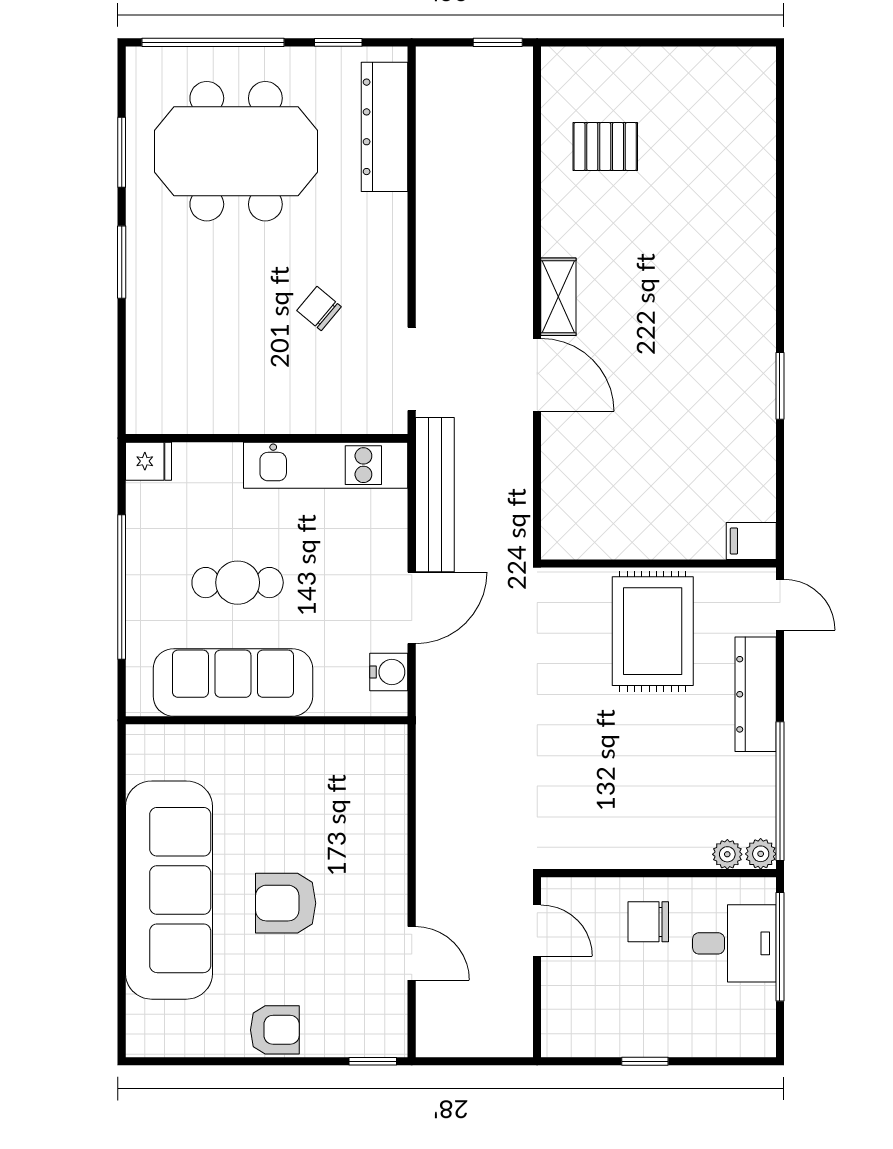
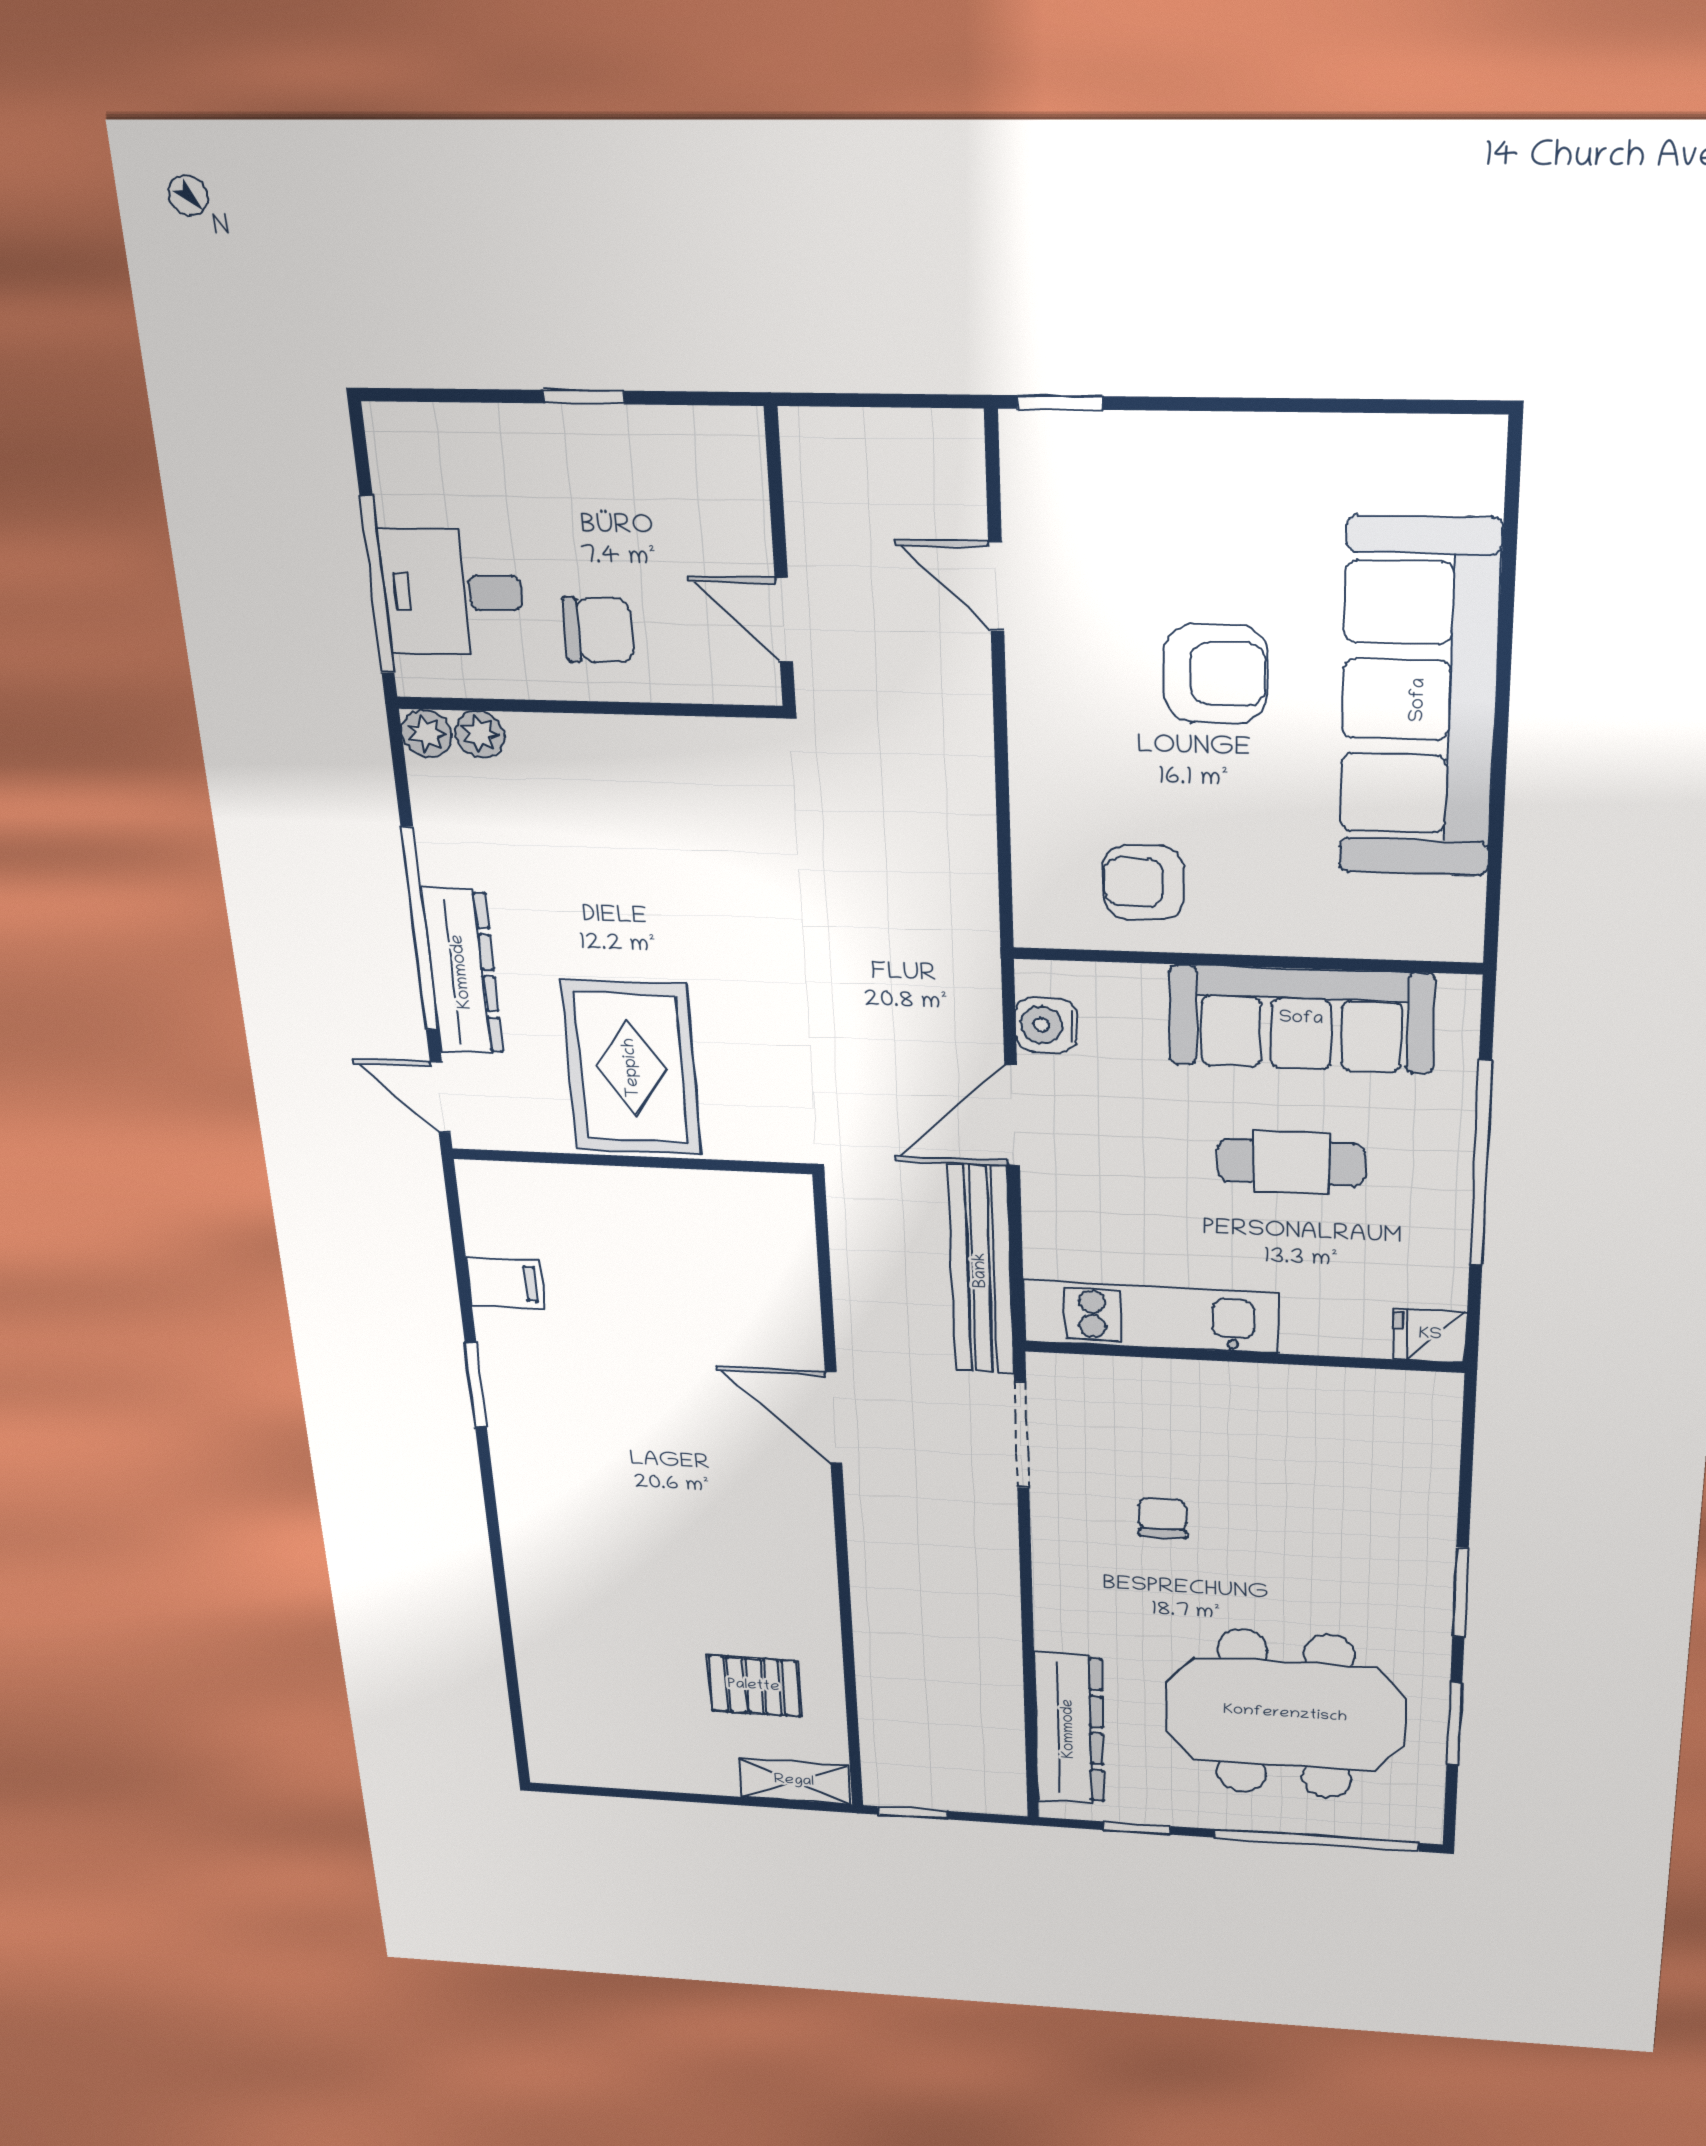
shelving: (558, 297) -> (794, 1781), moved, turned 90
chair: (319, 309) -> (1163, 1518), turned -130
filing cabinet: (751, 541) -> (505, 1283), moved
window: (780, 791) -> (420, 930), moved
armchair: (275, 1030) -> (1143, 882), moved

